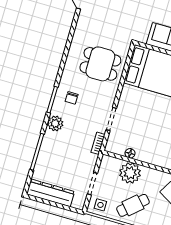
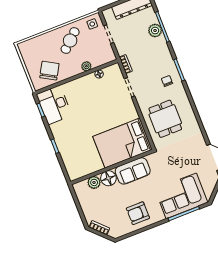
dining table: (100, 64) -> (165, 119), turned 90
plant: (55, 123) -> (155, 31), moved
plant: (130, 173) -> (86, 66), width x0.53, depth x0.53

